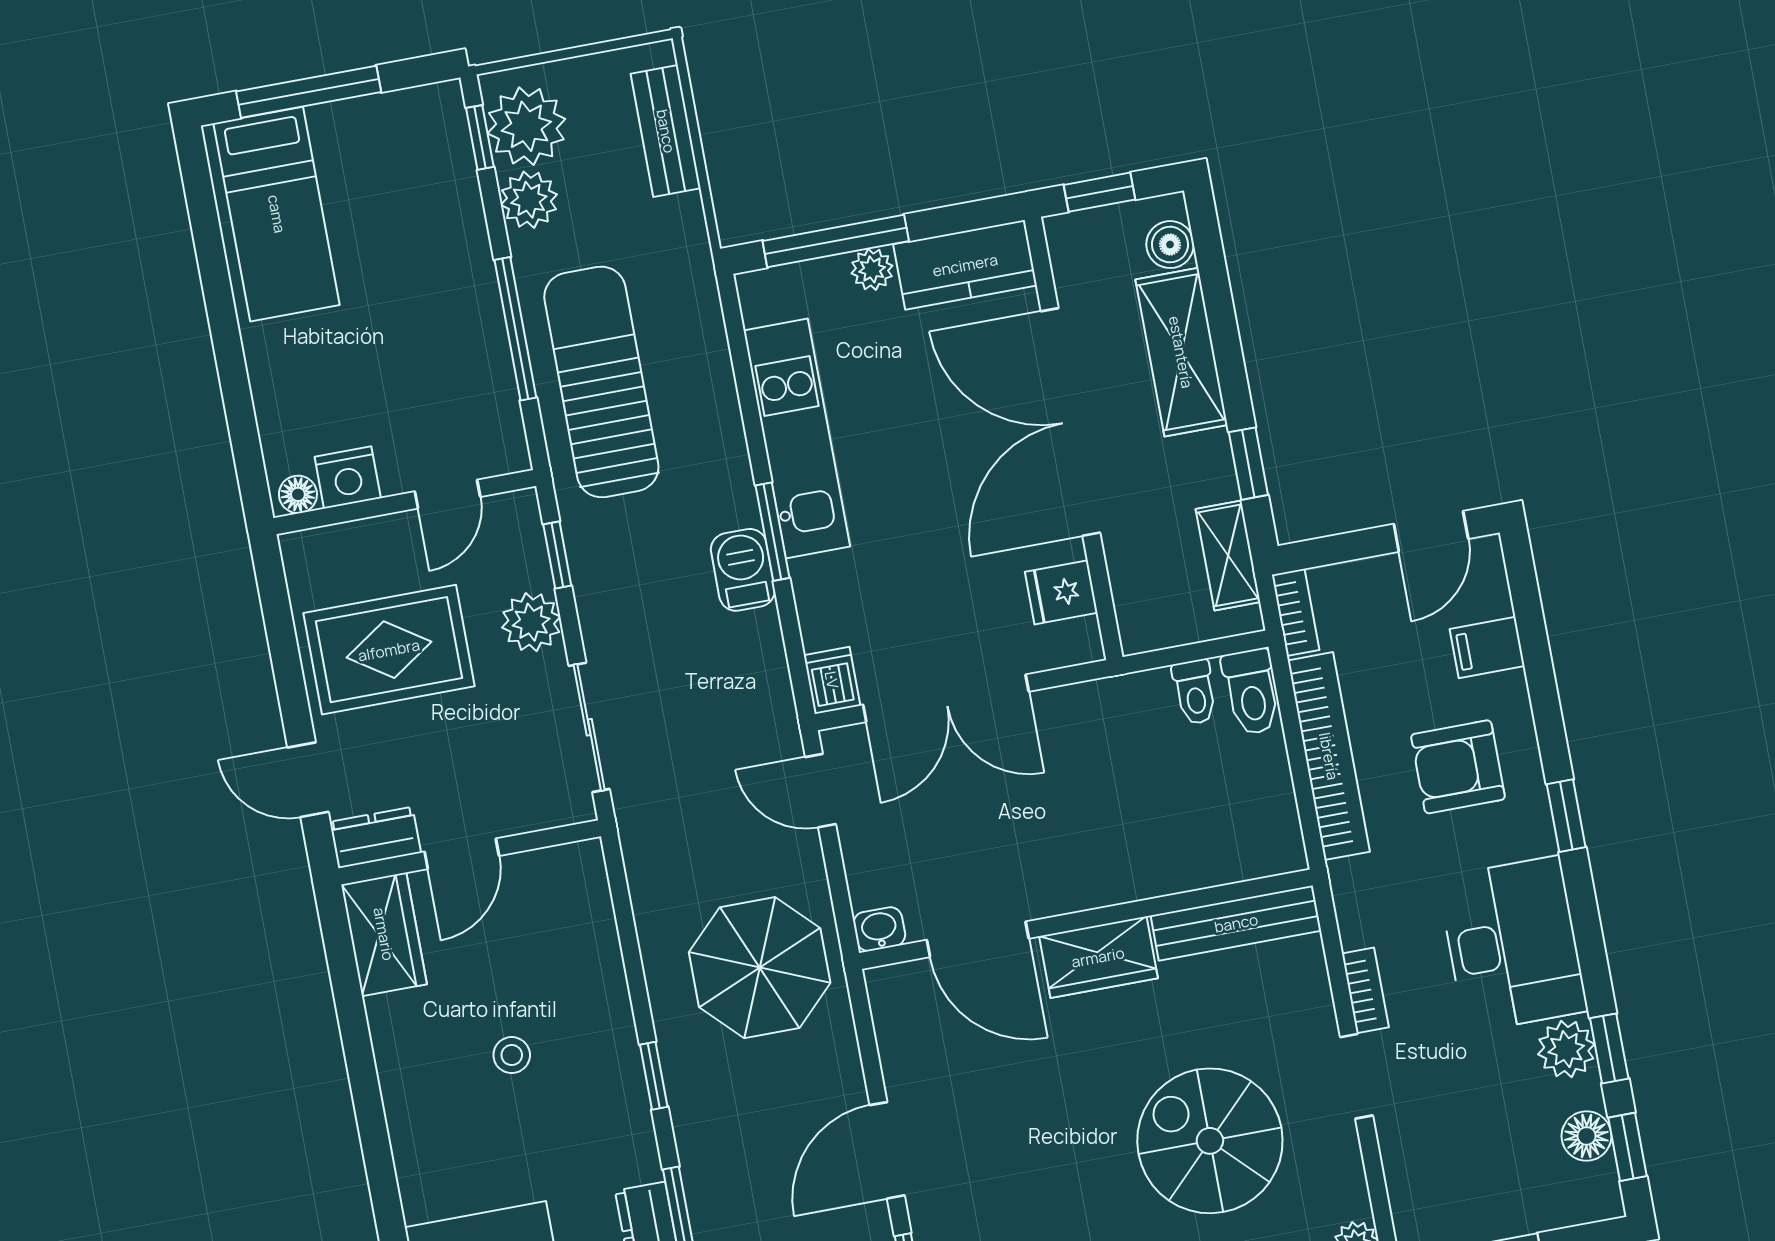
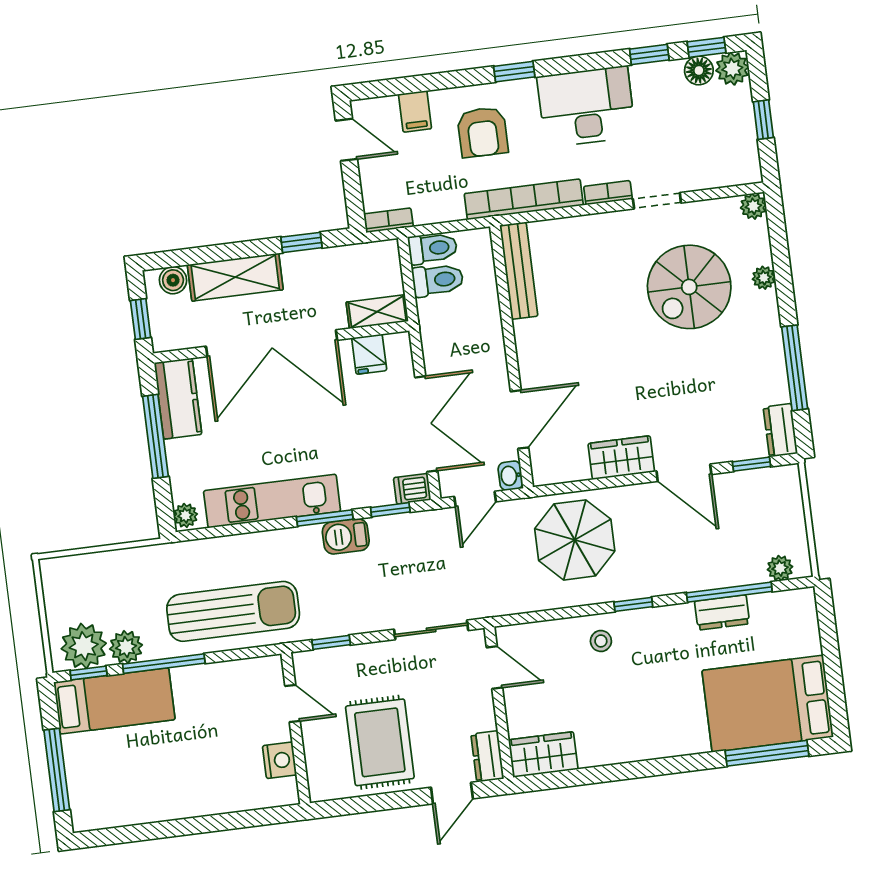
bench: (666, 131) -> (91, 566), removed
bed: (277, 214) -> (114, 701), moved
window: (836, 241) -> (155, 436), moved
plant: (872, 269) -> (185, 515), moved
window: (515, 329) -> (164, 664), moved
sun lounger: (601, 382) -> (233, 611), turned 180
floor lamp: (298, 494) -> (288, 789), removed
shelving: (1228, 555) -> (377, 312), moved
plant: (531, 622) -> (369, 660), removed
window: (793, 645) -> (390, 510), added
toilet: (1195, 692) -> (438, 280), width x1.37, depth x1.39
bookcase: (1329, 756) -> (524, 199), moved
door: (462, 854) -> (494, 668), moved
wall: (1086, 919) -> (512, 357), moved
bench: (1236, 923) -> (519, 271), moved
washbasin: (879, 929) -> (510, 476), moved
door: (978, 939) -> (519, 419), moved
wardrobe: (1098, 957) -> (621, 458), moved, turned -90
plant: (1566, 1049) -> (732, 69), moved
stool: (512, 1055) -> (601, 641), moved

